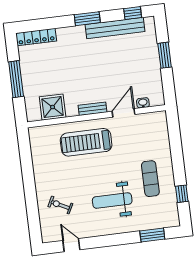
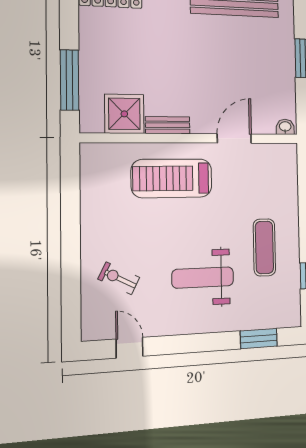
window: (16, 79) -> (70, 80), moved
washbasin: (143, 103) -> (285, 127), moved
bench: (92, 109) -> (168, 125), moved

